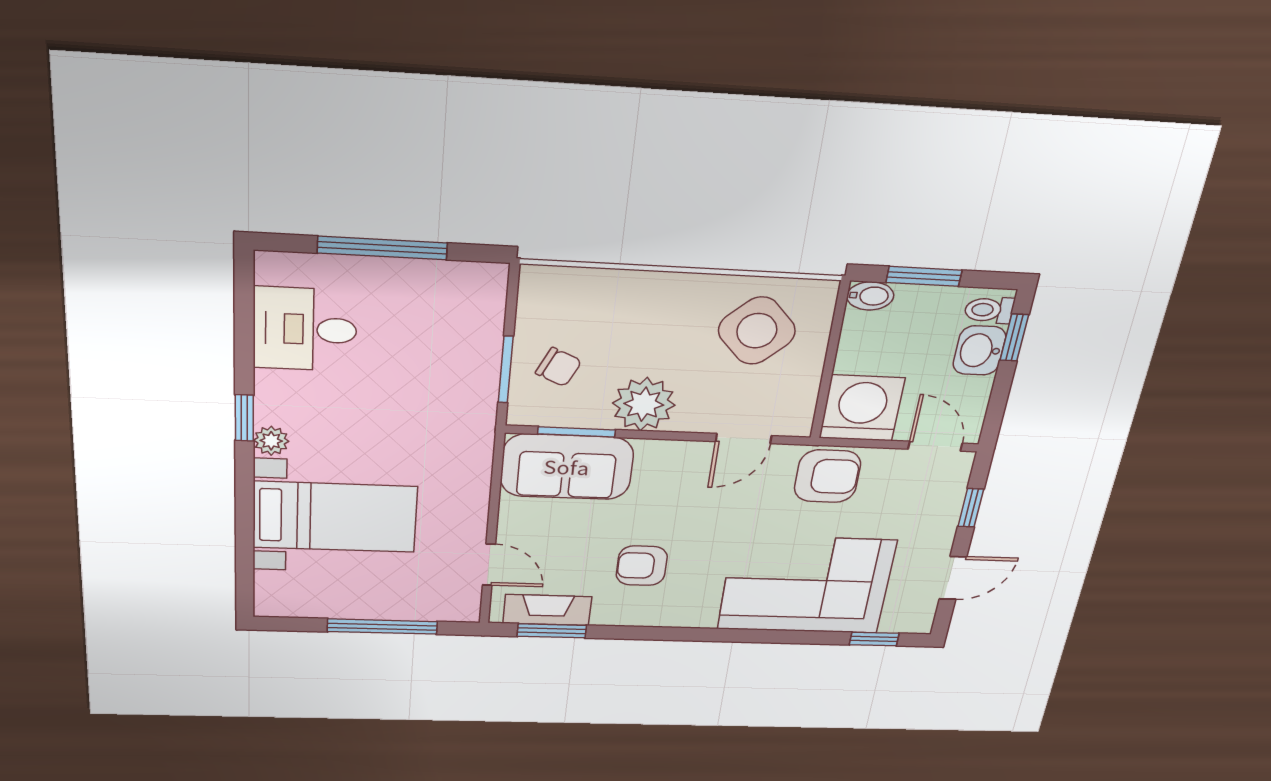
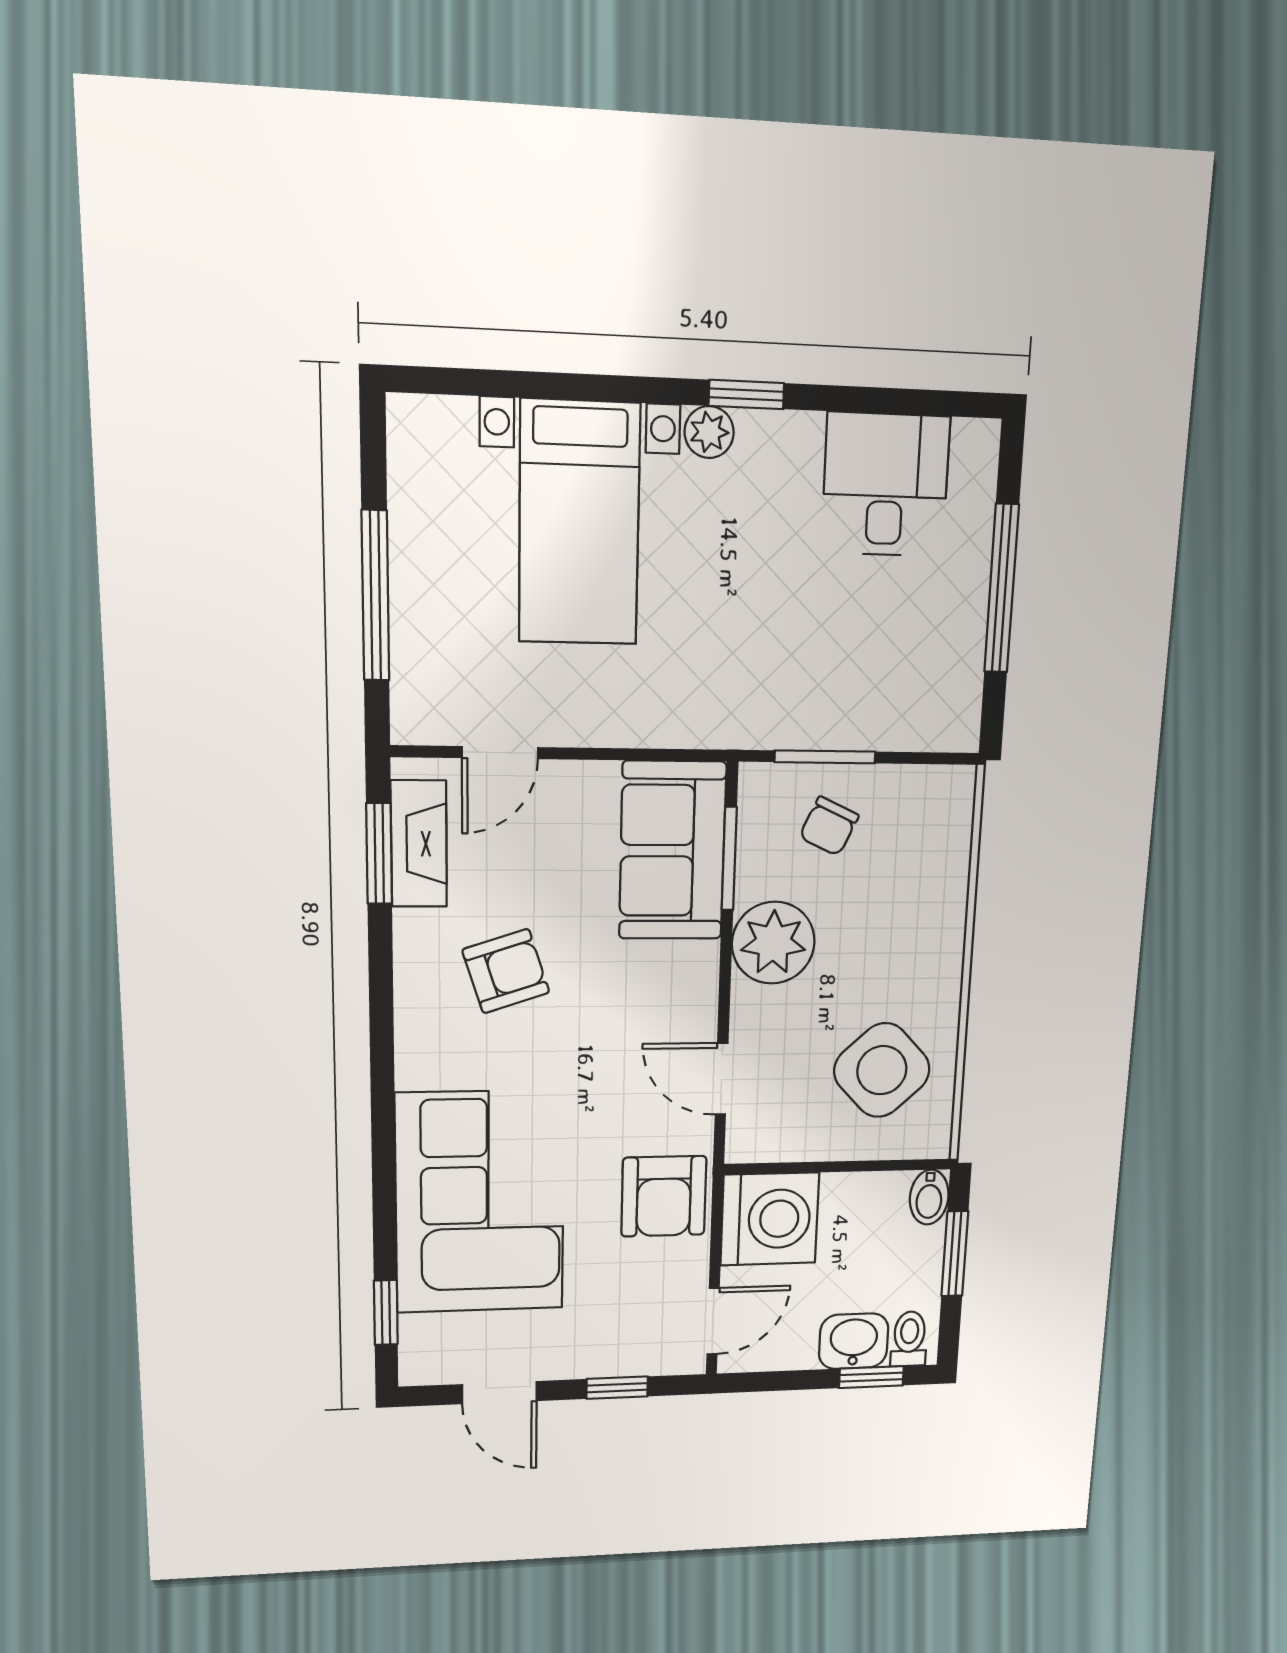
armchair: (642, 566) -> (506, 971), turned 72

